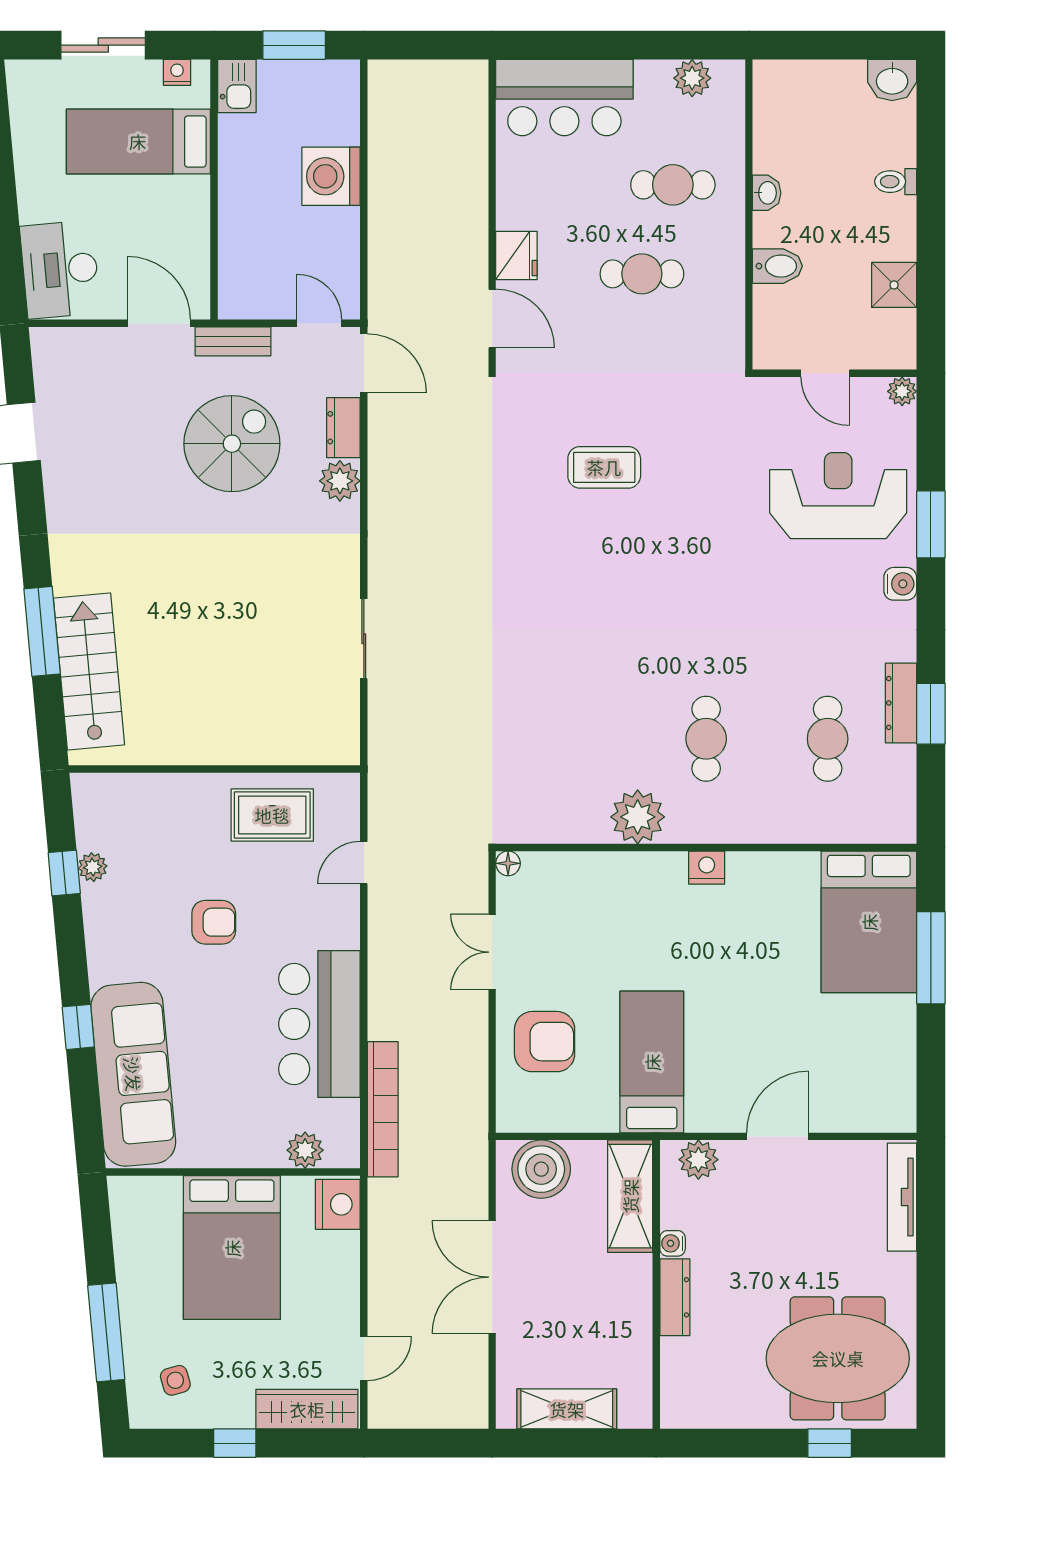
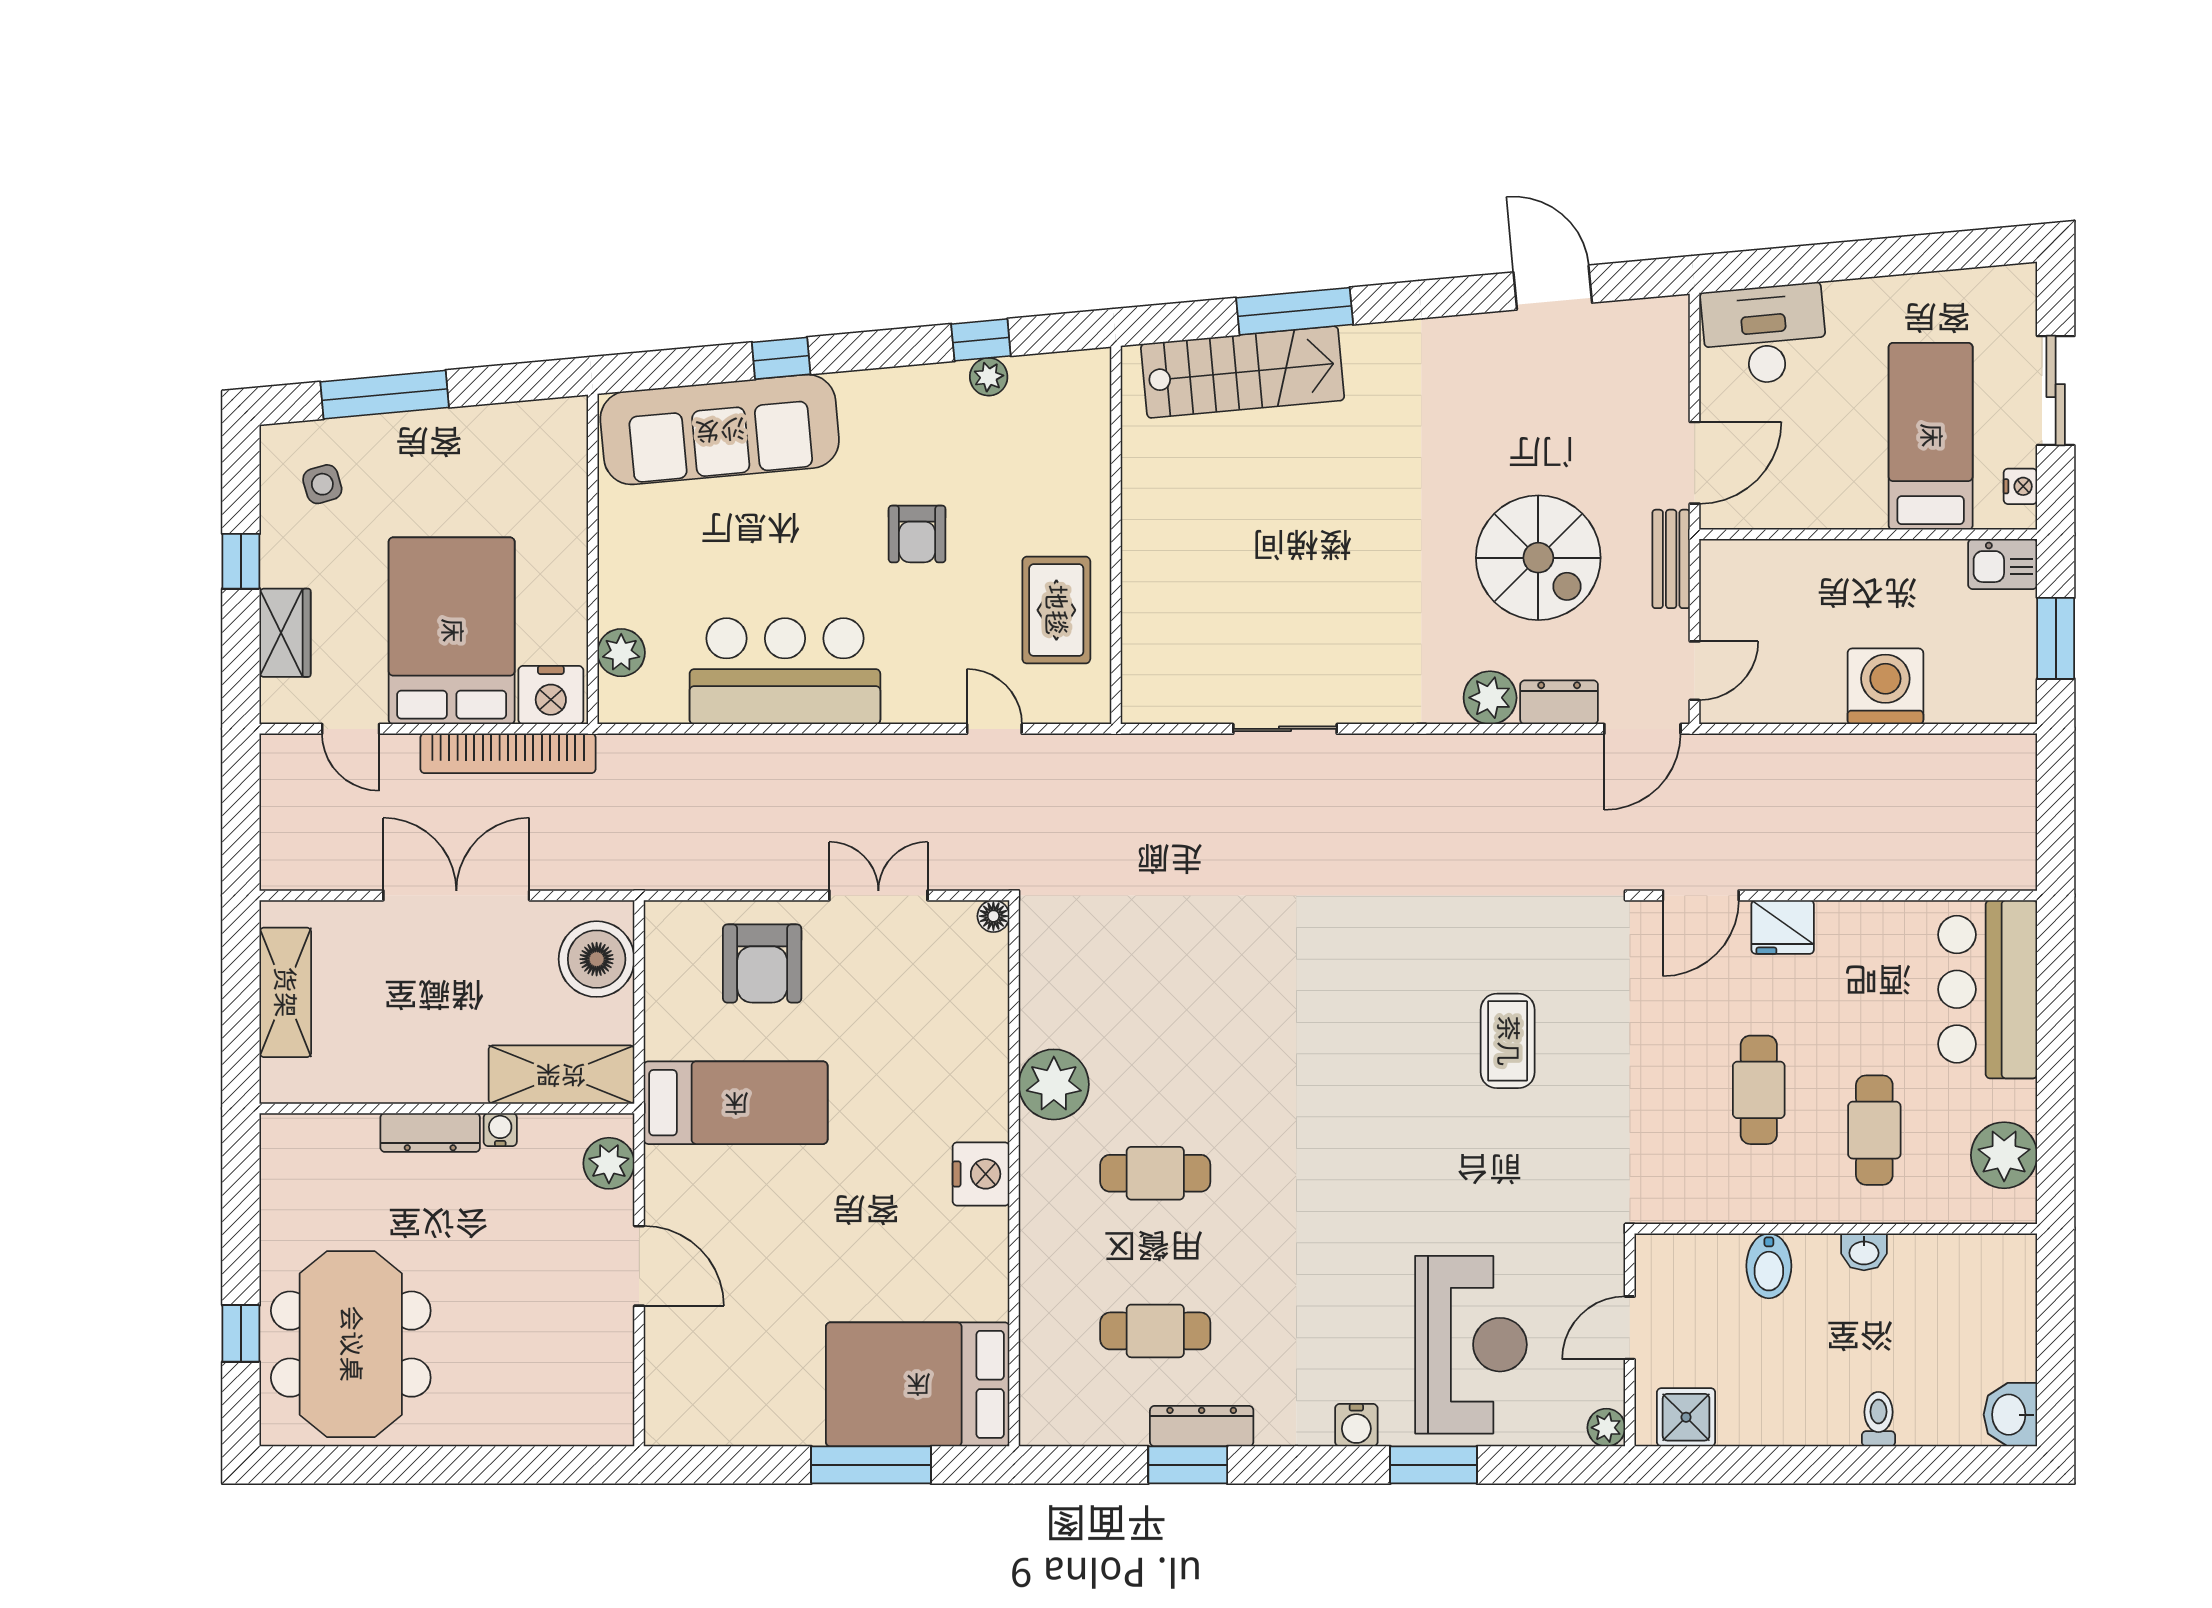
plant: (692, 78) -> (2004, 1155), width x1.36, depth x1.36
shower: (894, 285) -> (1686, 1417), moved
nightstand: (707, 868) -> (981, 1174), width x1.36, depth x1.33
bookcase: (383, 1109) -> (508, 753), moved
tv unit: (902, 1197) -> (560, 1427), removed
bed: (232, 1248) -> (452, 631), moved, turned 90
wardrobe: (307, 1409) -> (285, 633), width x0.67

